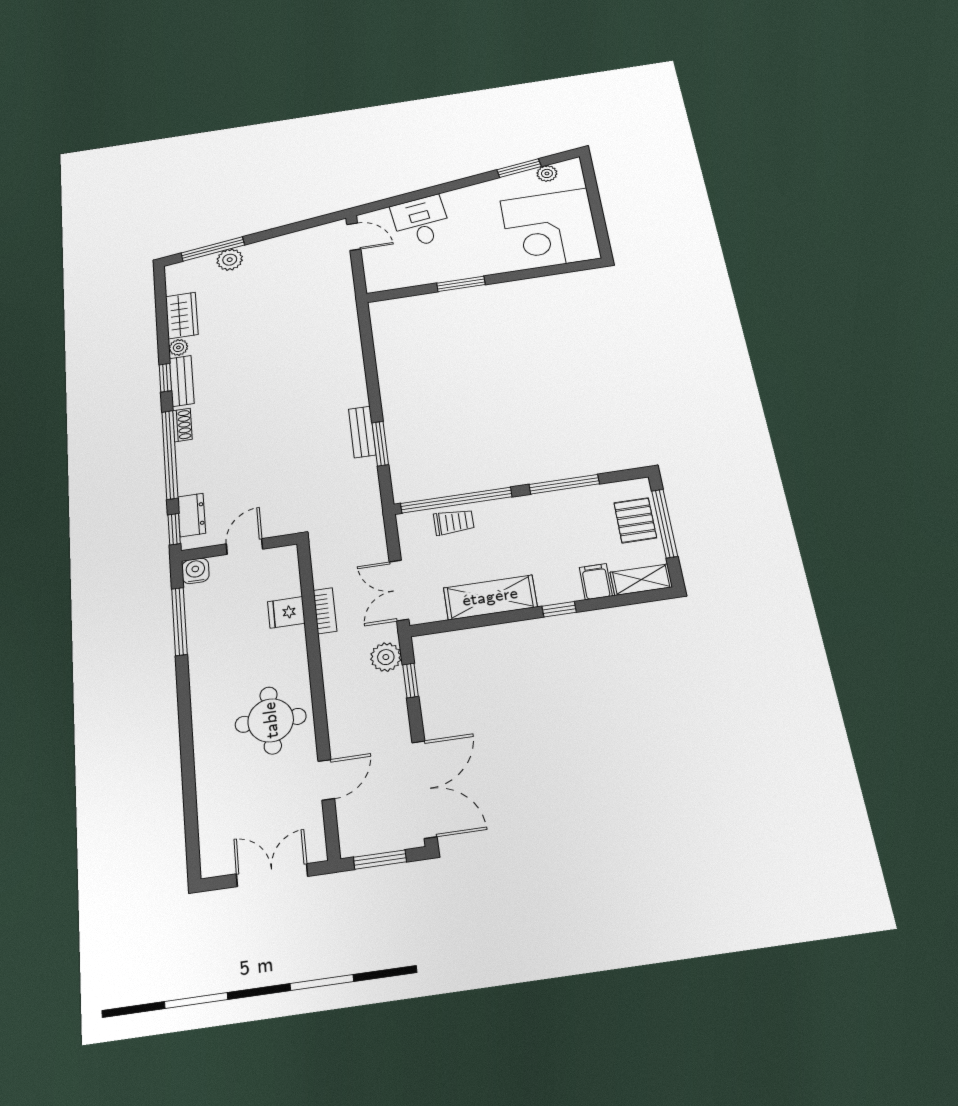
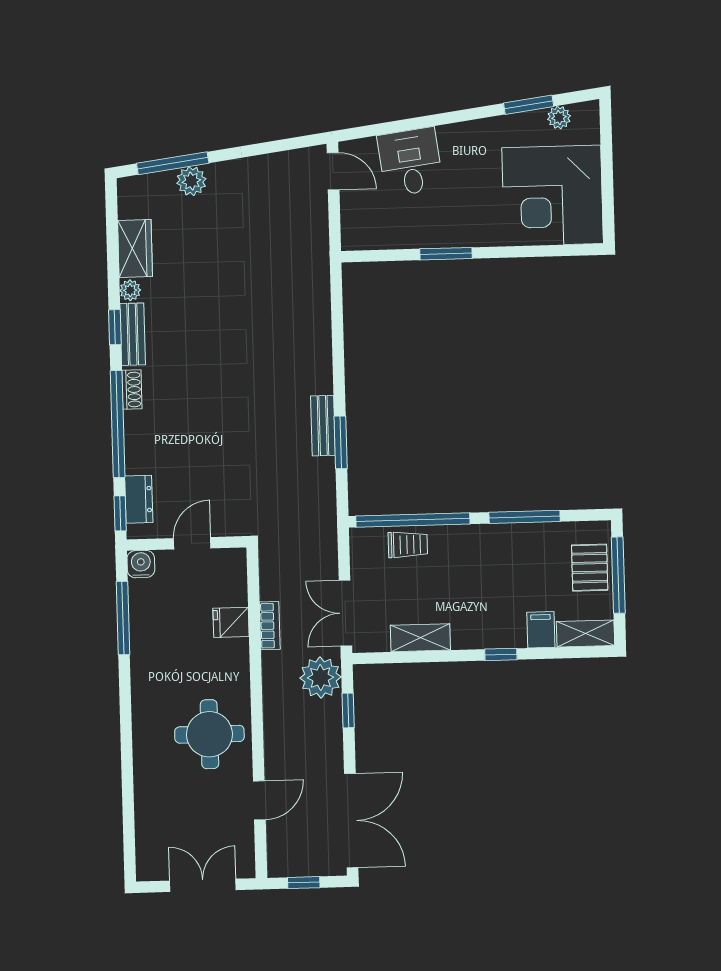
shelving: (490, 597) -> (420, 638), width x0.67, depth x0.75
plant: (386, 657) -> (321, 678), width x1.36, depth x1.36
window: (380, 860) -> (304, 883), width x0.67

